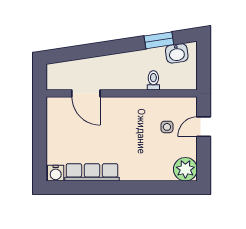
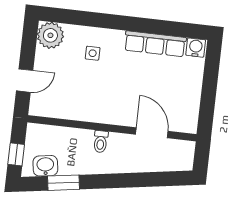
window: (204, 60) -> (16, 154), added
toilet: (153, 80) -> (101, 142), moved
side table: (167, 127) -> (93, 53), moved

